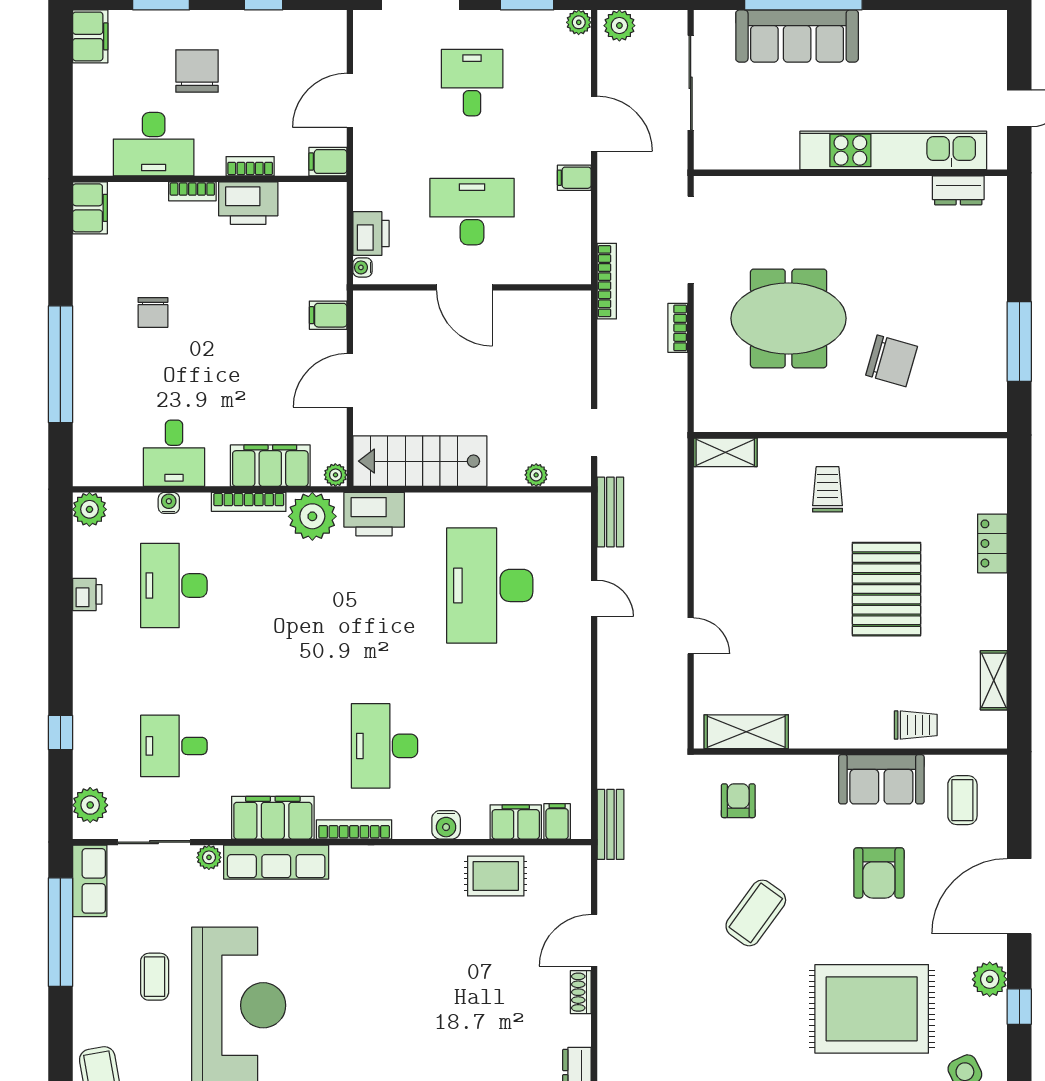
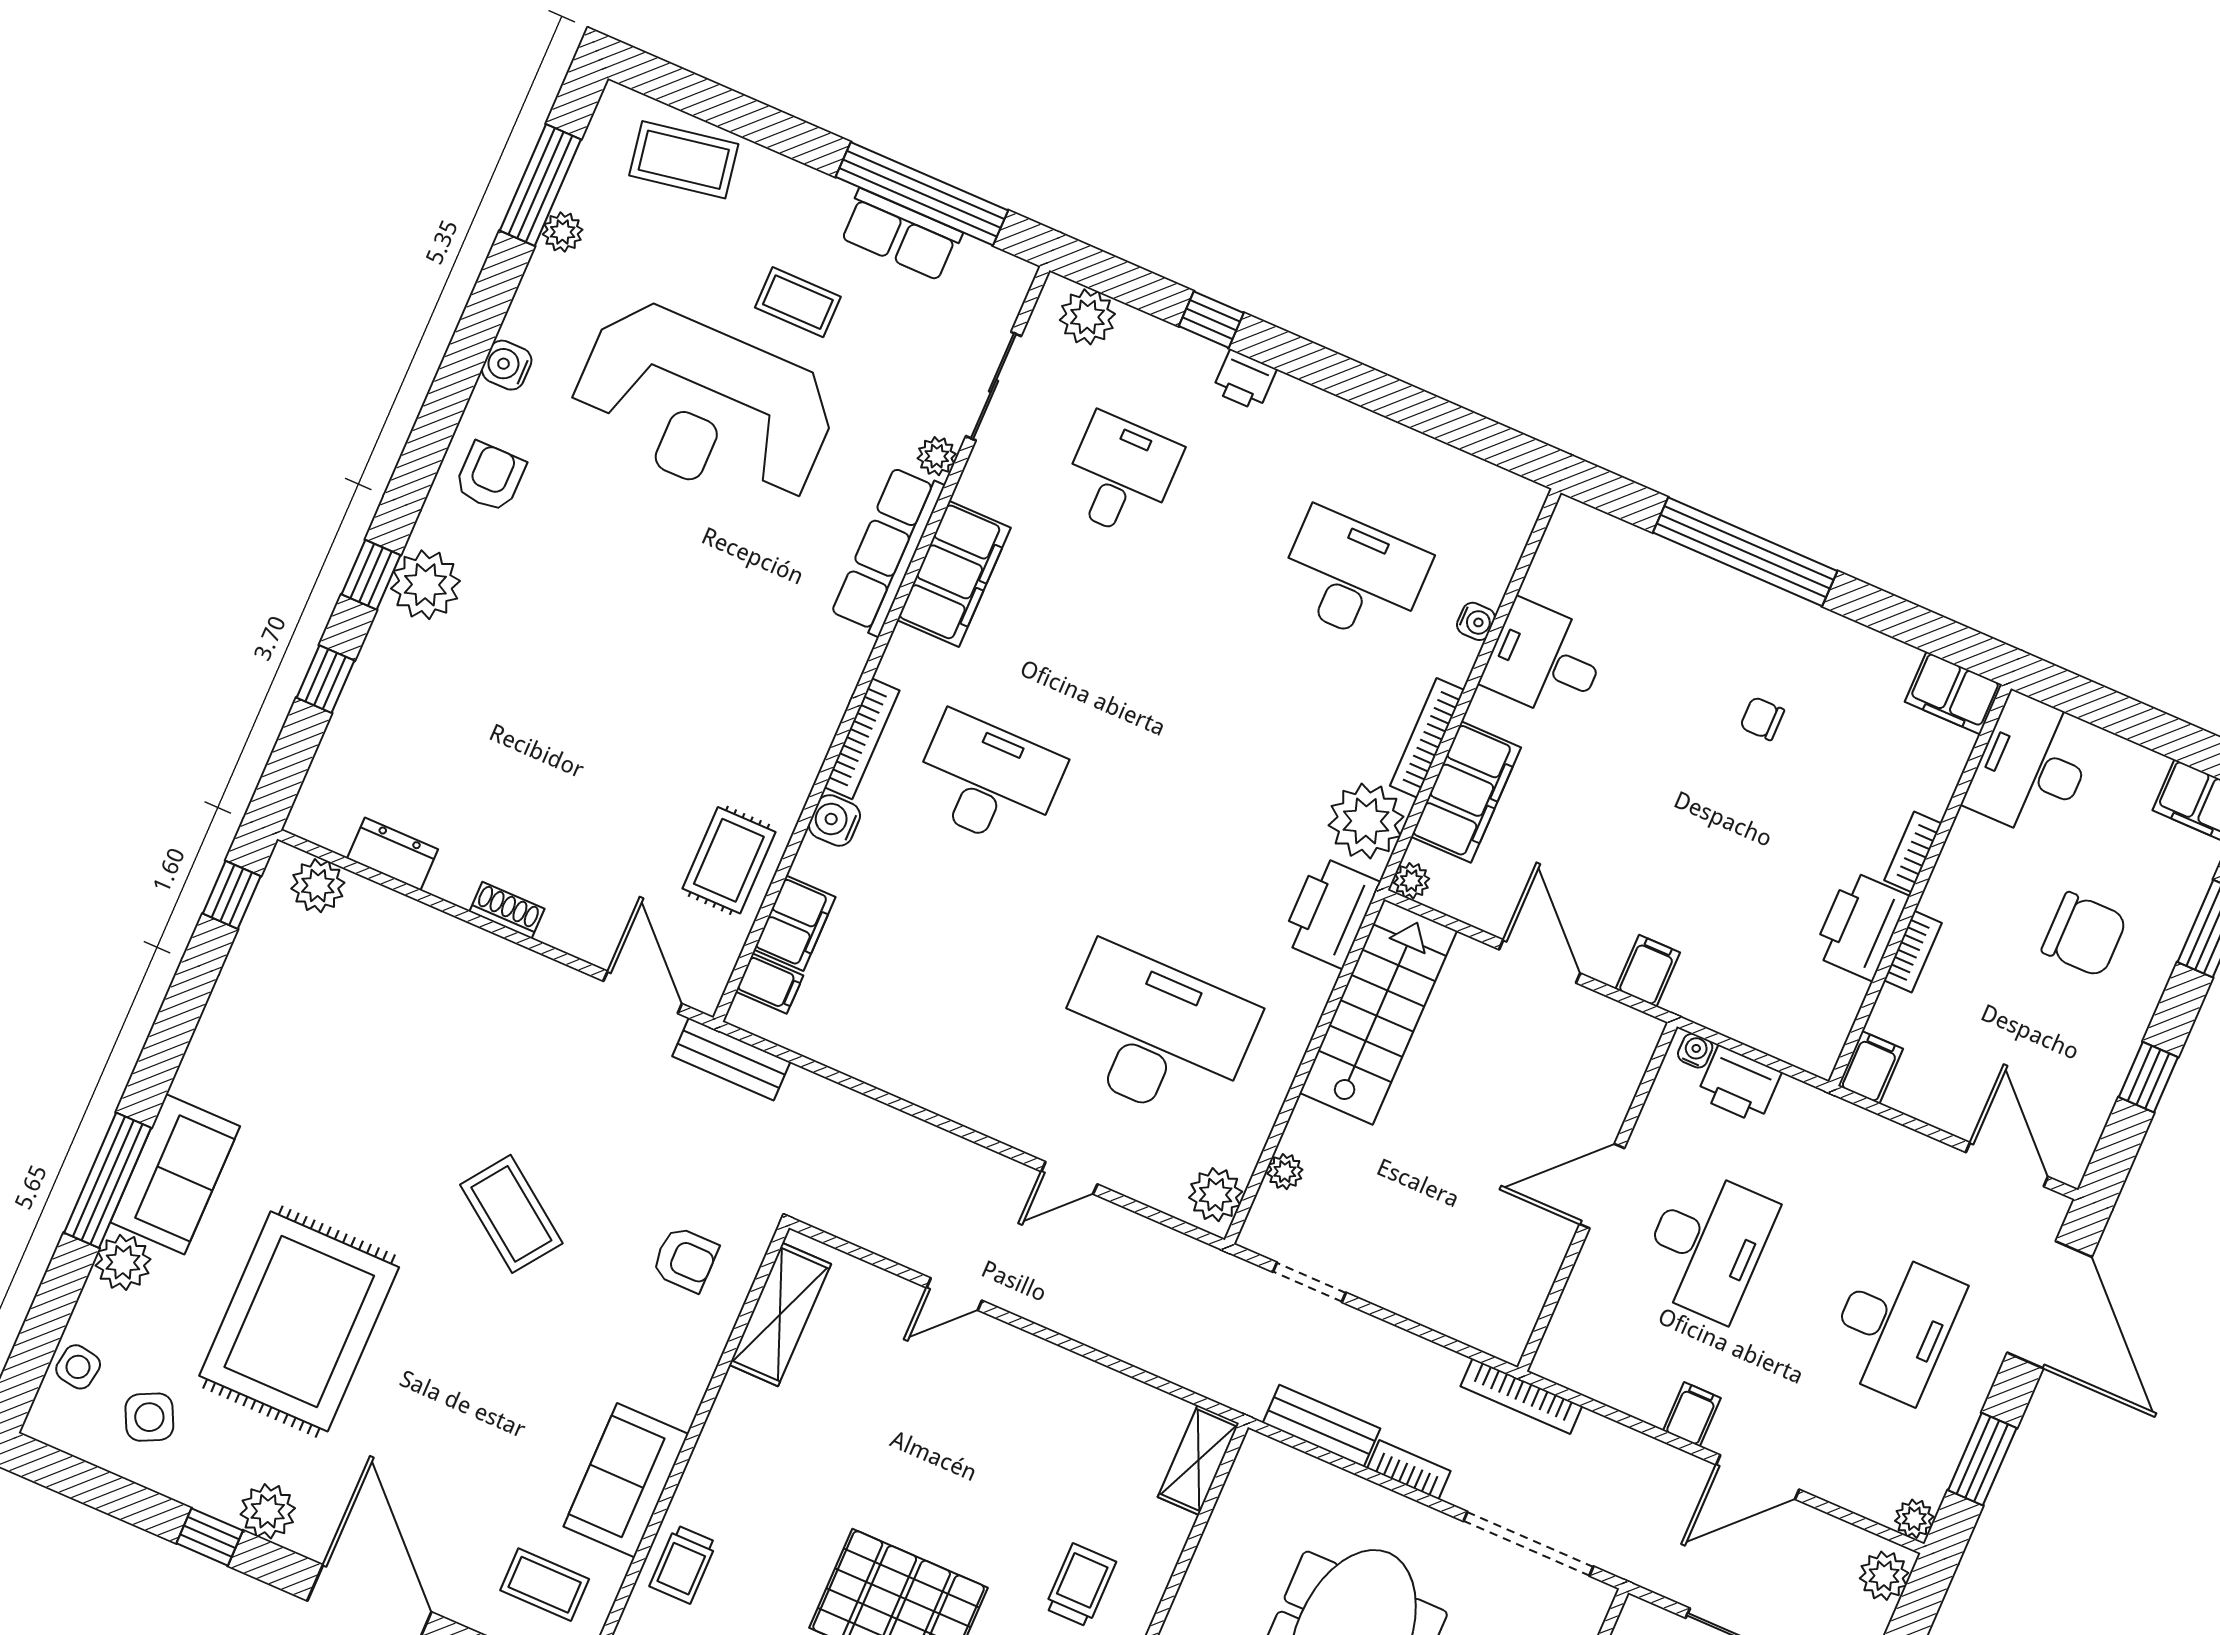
desk: (472, 83) -> (1894, 1326), width x1.37
door: (350, 100) -> (2007, 1164), moved
desk: (154, 144) -> (2031, 766), moved
chair: (153, 312) -> (1762, 719), width x0.73, depth x0.73
trolley: (828, 489) -> (1080, 1585), turned -90
plant: (89, 509) -> (1216, 1195), moved
bench: (610, 512) -> (1321, 1426), moved
printer: (87, 594) -> (1244, 380), moved
bookcase: (354, 829) -> (862, 739), moved
armchair: (879, 873) -> (492, 1418), removed
row of seats: (90, 881) -> (901, 235), moved
door: (594, 940) -> (643, 992), moved

